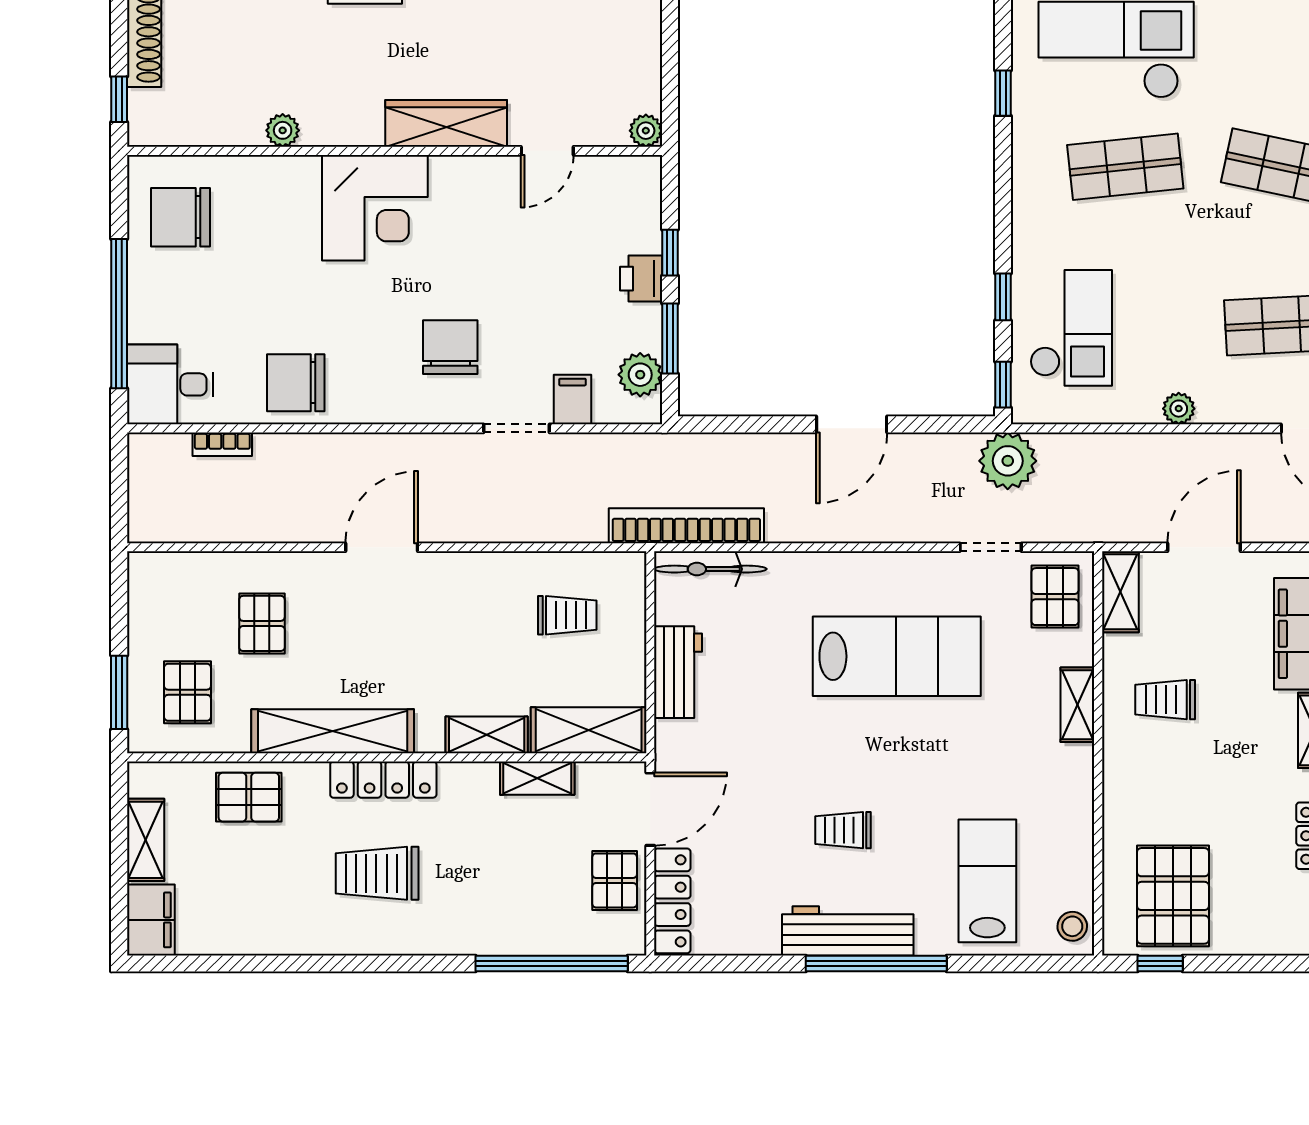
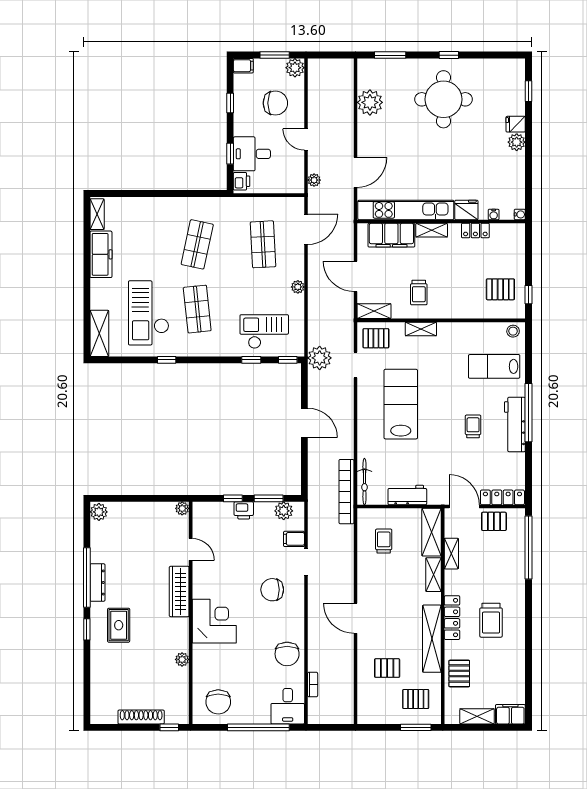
trolley: (843, 830) -> (473, 426), turned 180
pallet: (1173, 896) -> (500, 289), width x0.67, depth x0.71

